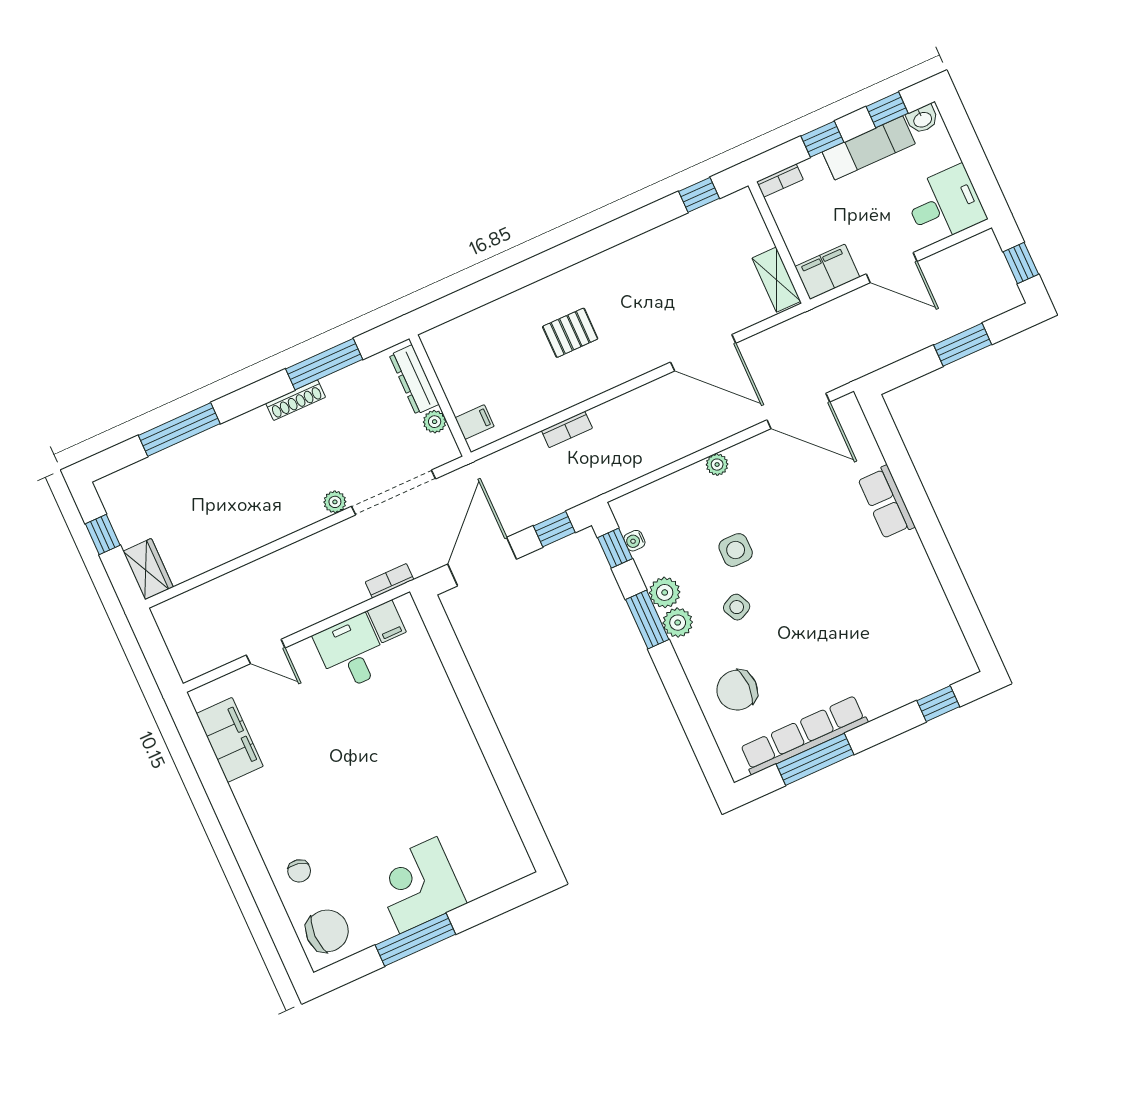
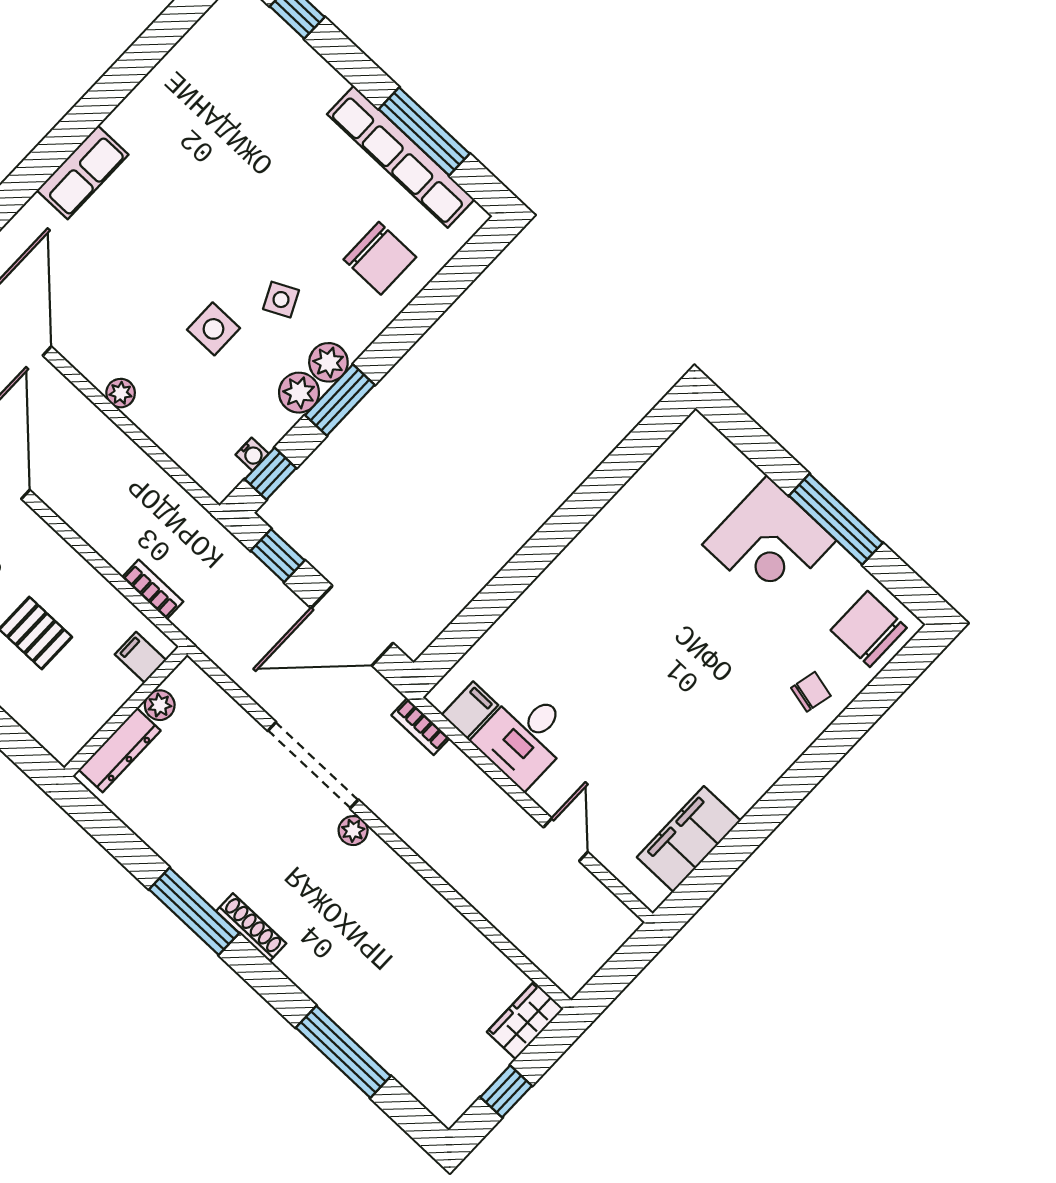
dresser: (414, 380) -> (120, 750), moved
wall: (440, 396) -> (126, 711), moved
plant: (435, 422) -> (160, 705), moved
filing cabinet: (475, 422) -> (140, 657), moved

